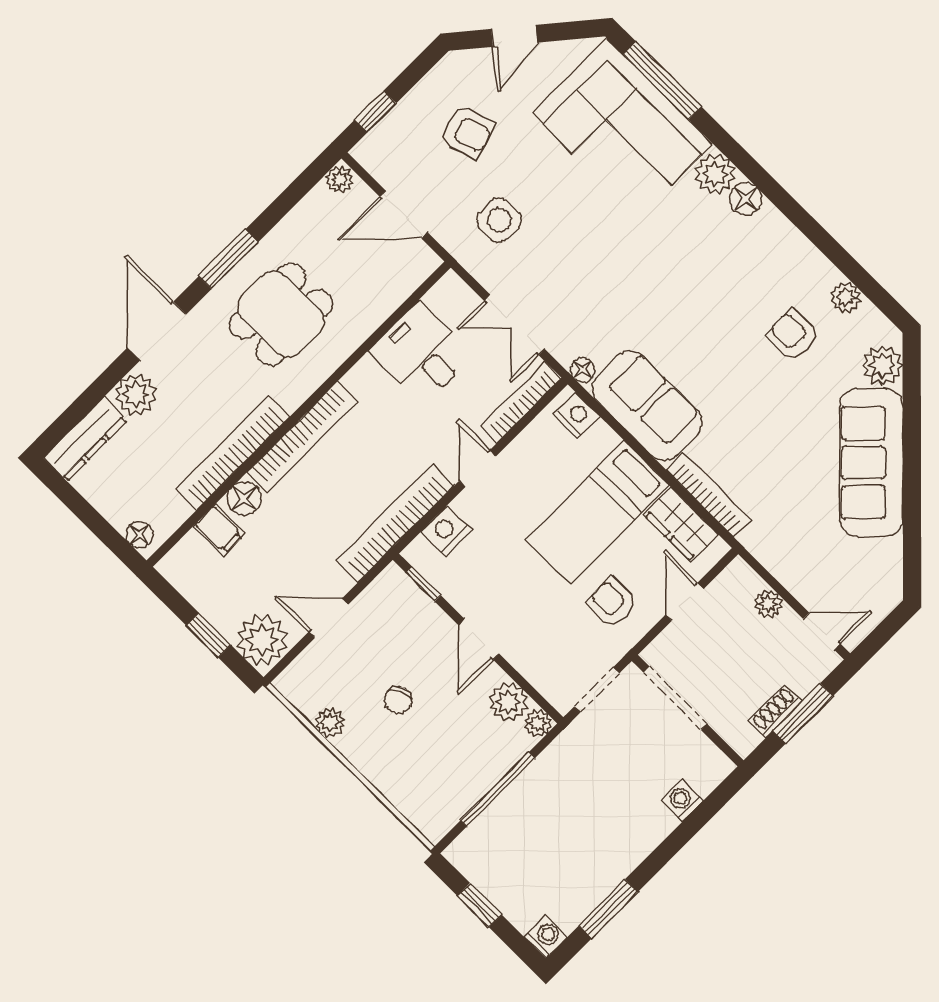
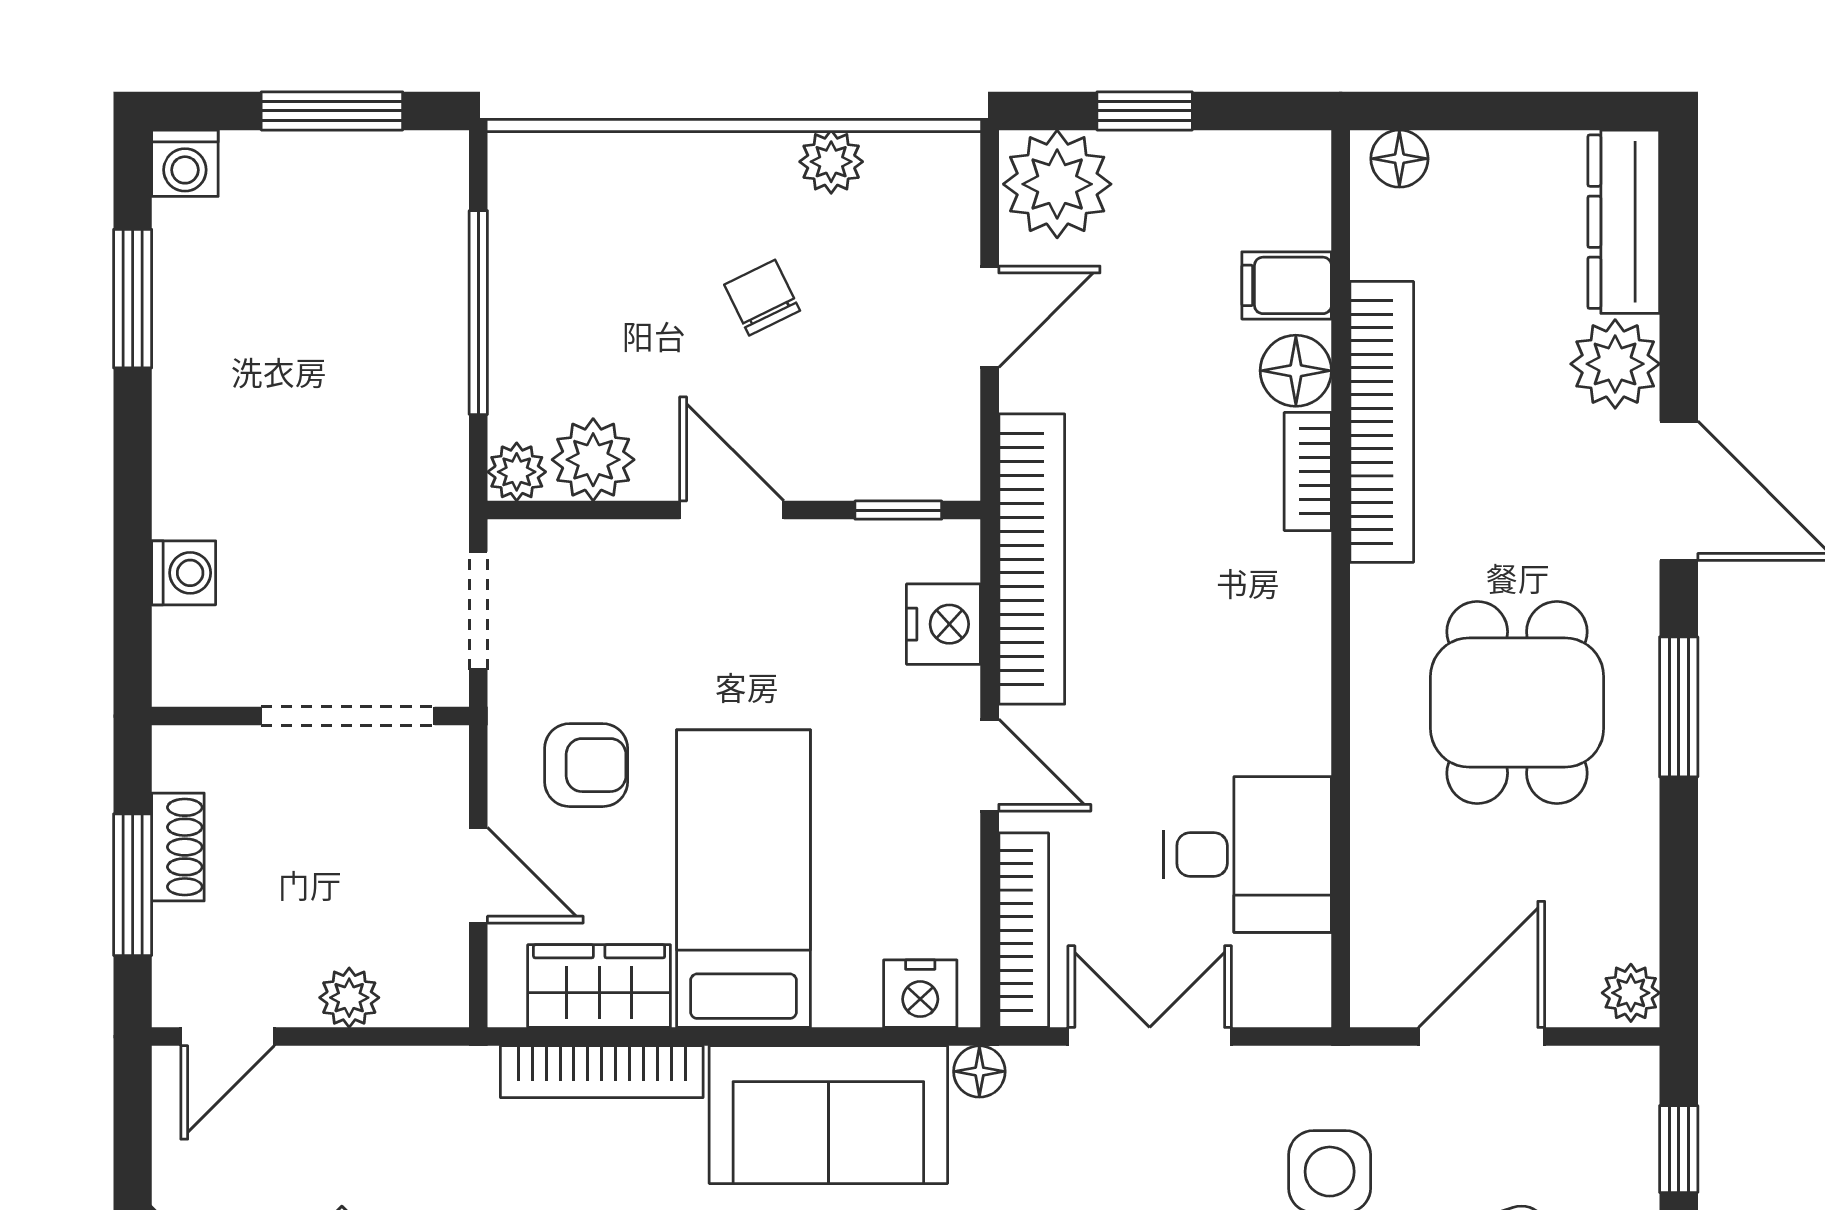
bookcase: (302, 437) -> (1308, 471), width x0.43, depth x0.76
window: (479, 905) -> (332, 111), width x1.50

